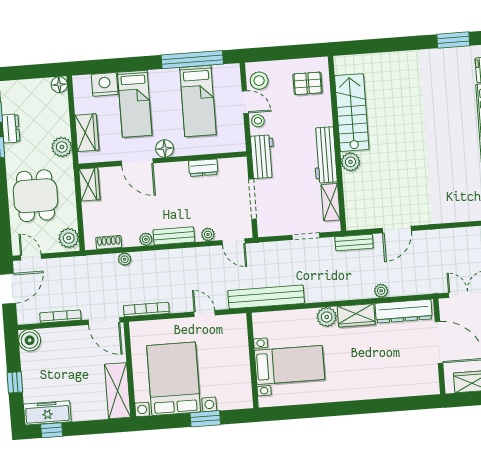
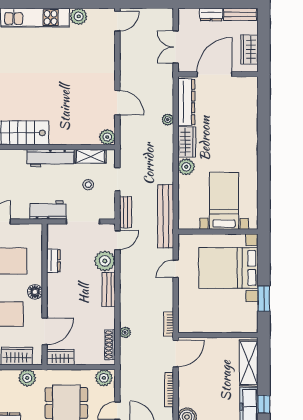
stool: (258, 121) -> (88, 185), moved
door: (137, 162) -> (45, 331), moved
plant: (351, 162) -> (107, 137), moved
plant: (208, 234) -> (105, 261), width x1.88, depth x1.88
plant: (146, 239) -> (110, 313), removed
shoe rack: (109, 242) -> (110, 345), width x1.43
bench: (354, 242) -> (126, 212), moved
bookcase: (146, 310) -> (169, 324), width x0.64
bed with nightstands: (174, 379) -> (228, 268), moved
shelving: (118, 391) -> (249, 363), moved, turned 90
window: (205, 419) -> (264, 299), moved

